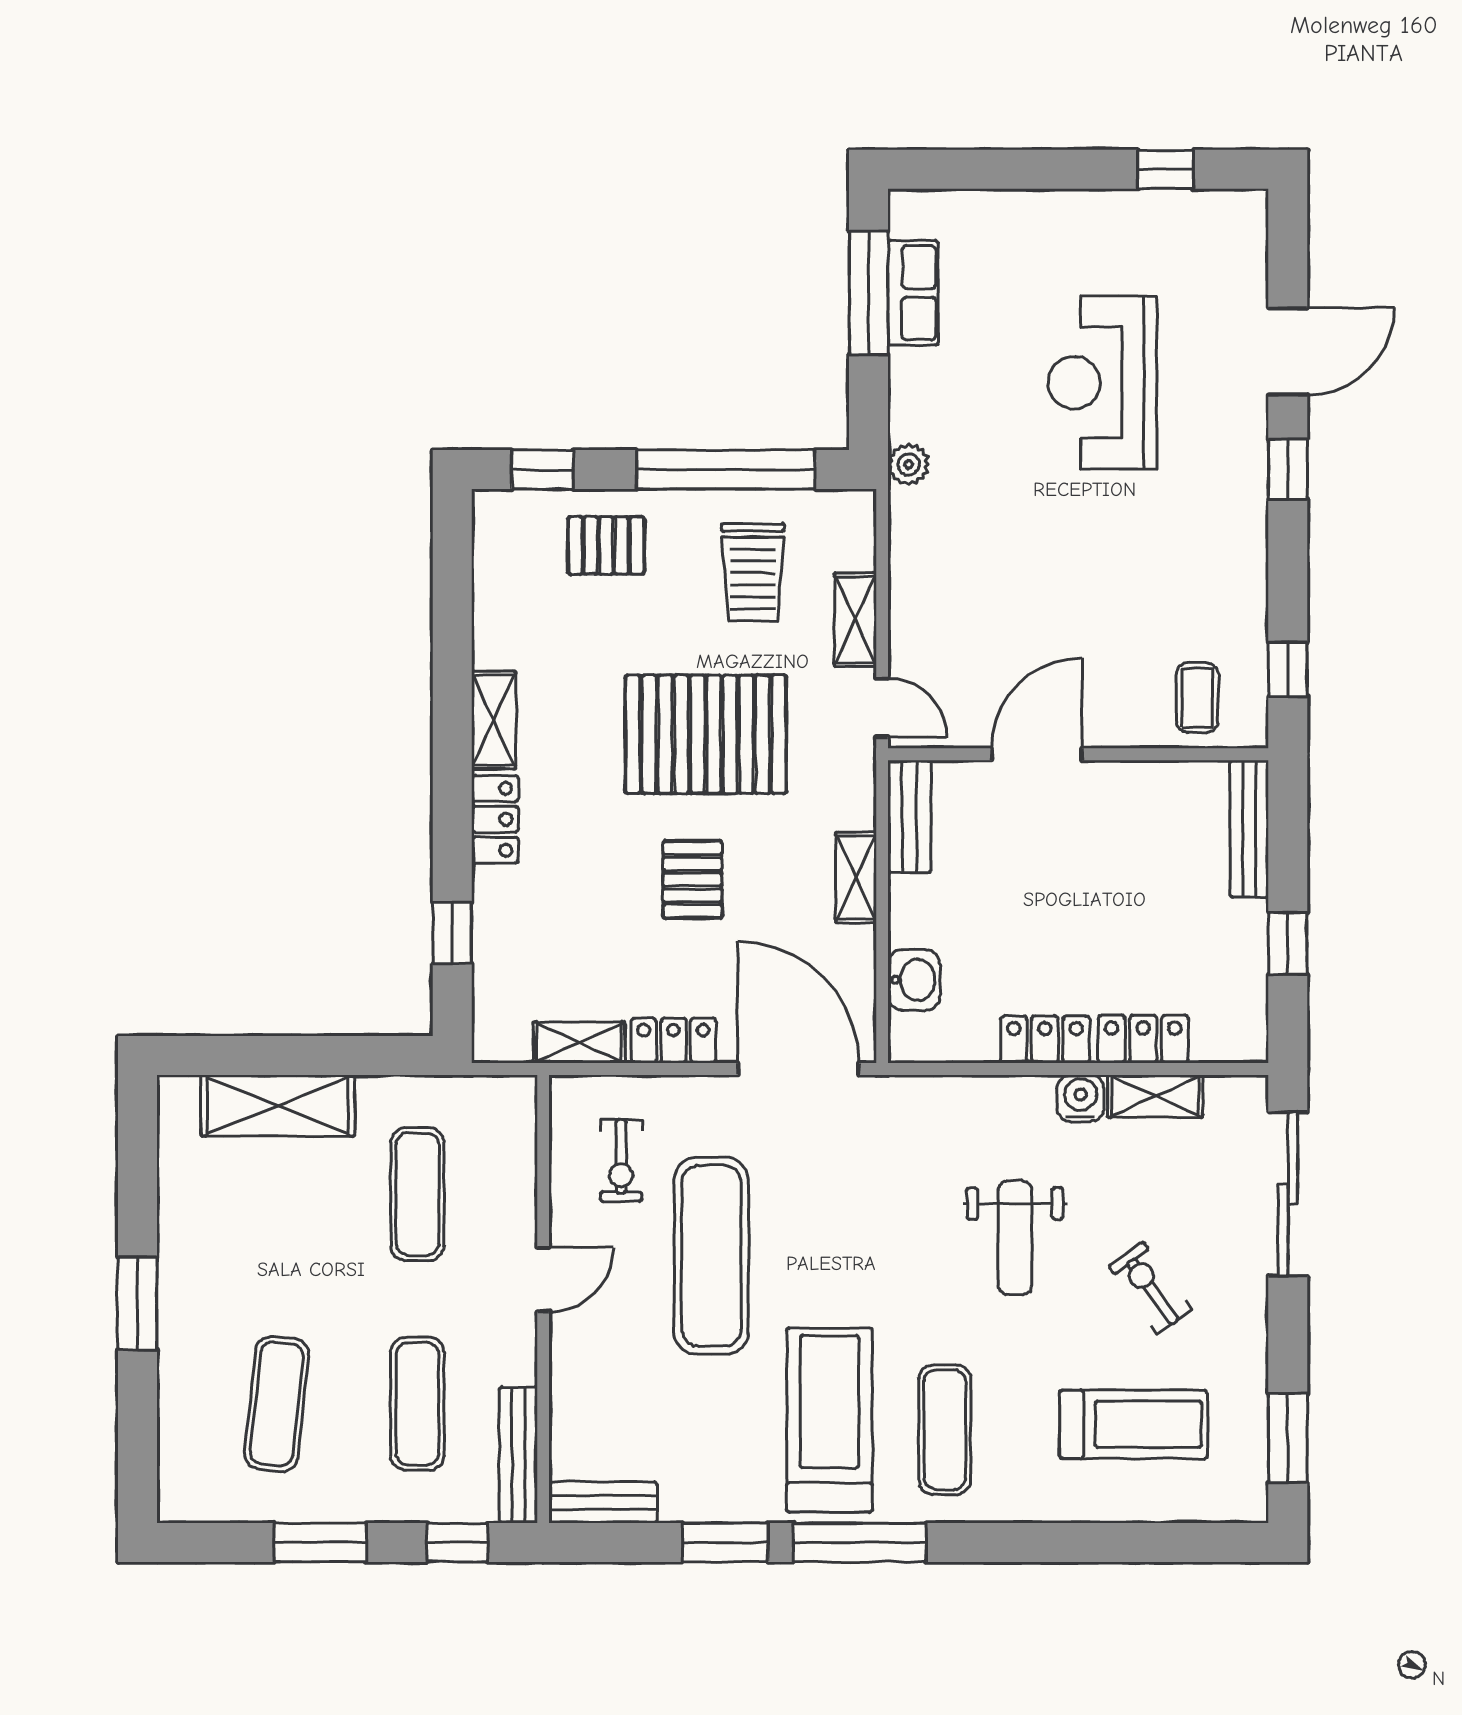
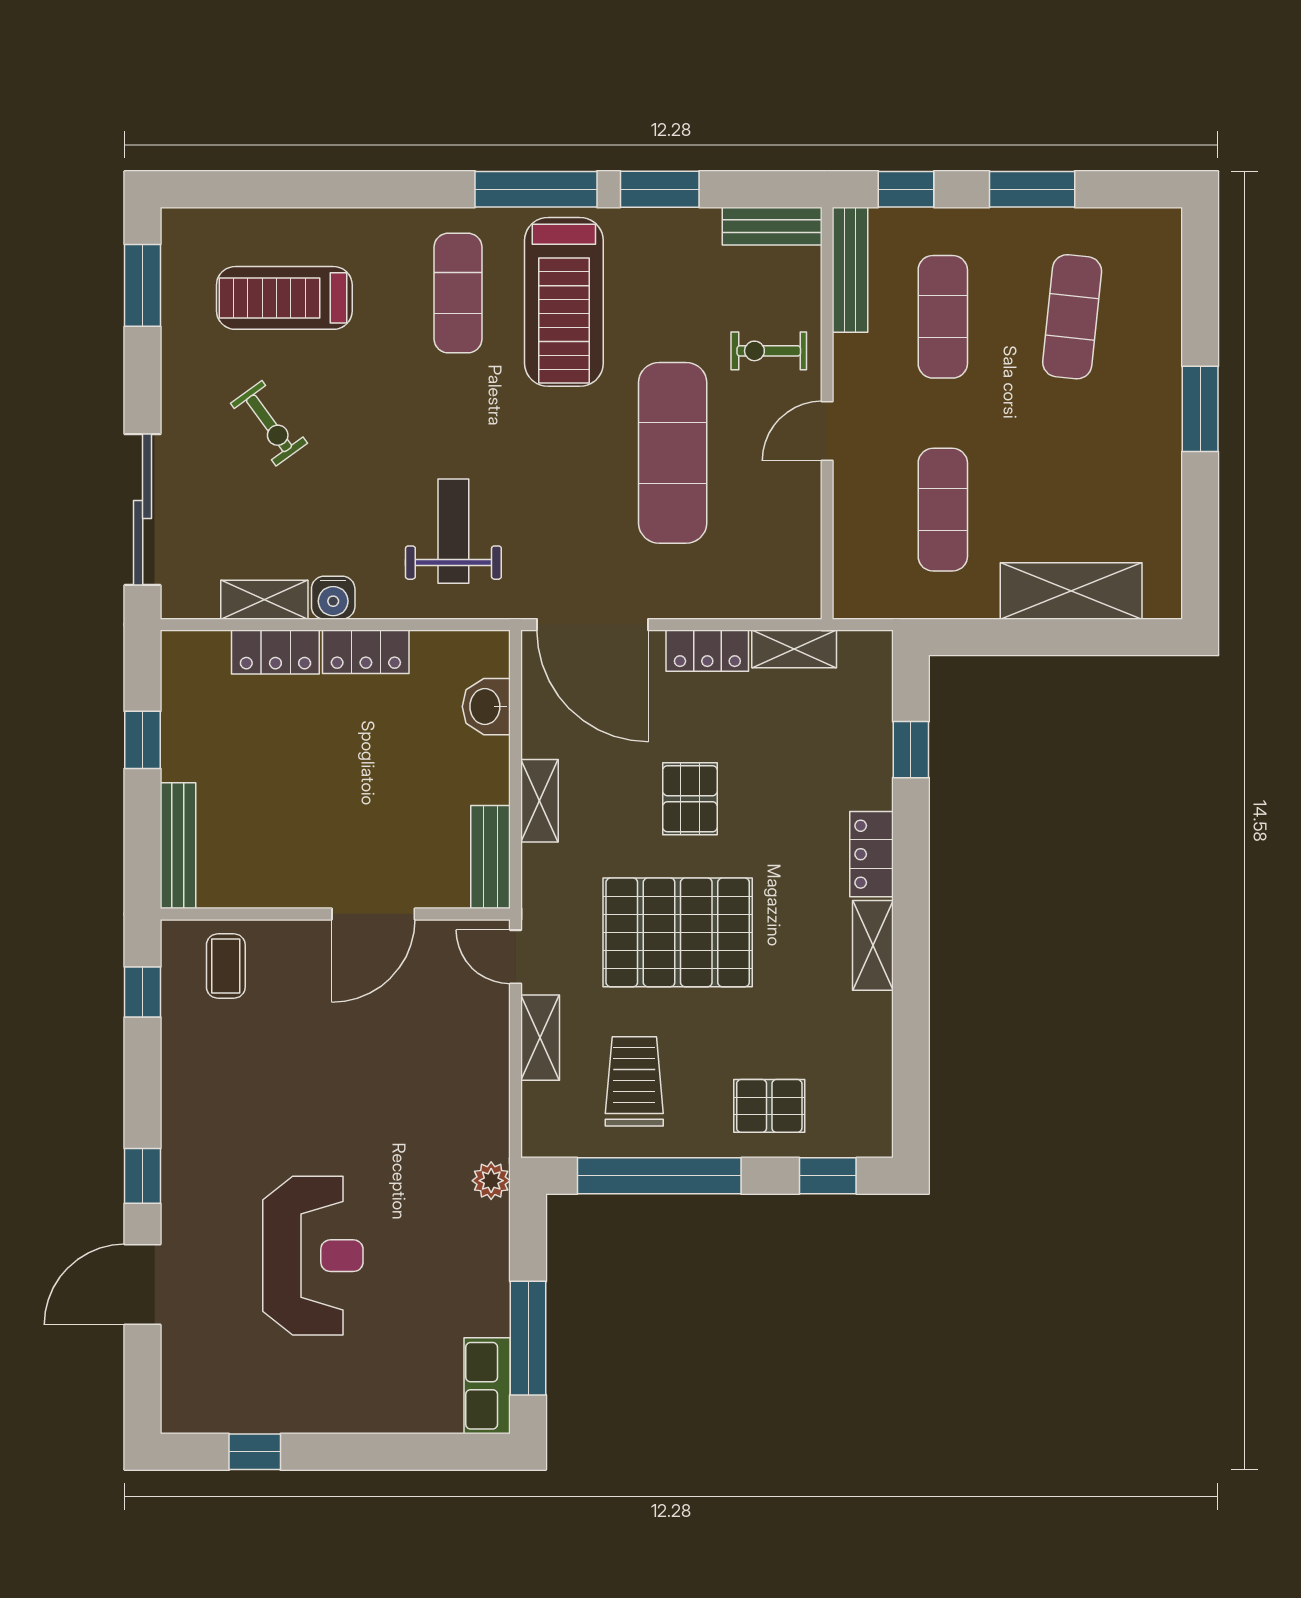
row of seats: (913, 293) -> (487, 1386), moved
exercise bike: (621, 1161) -> (769, 351), moved, turned -90
weight bench: (1015, 1238) -> (453, 531), moved

